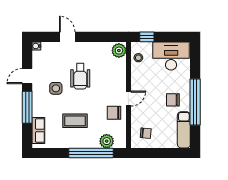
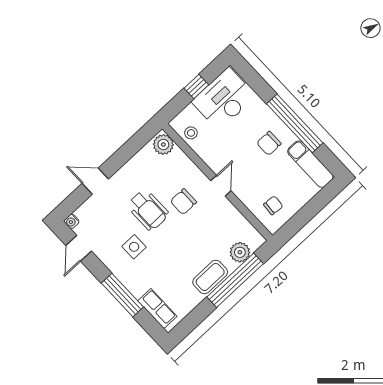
window: (147, 37) -> (196, 87), moved
door: (27, 76) -> (79, 248), moved
chair: (114, 113) -> (183, 202), moved
coffee table: (75, 121) -> (210, 277), moved

